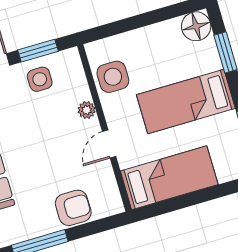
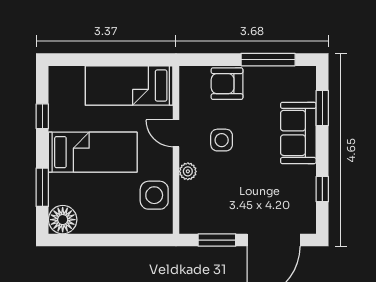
side table: (40, 79) -> (222, 140), moved
door: (109, 144) -> (176, 133), swing flipped

